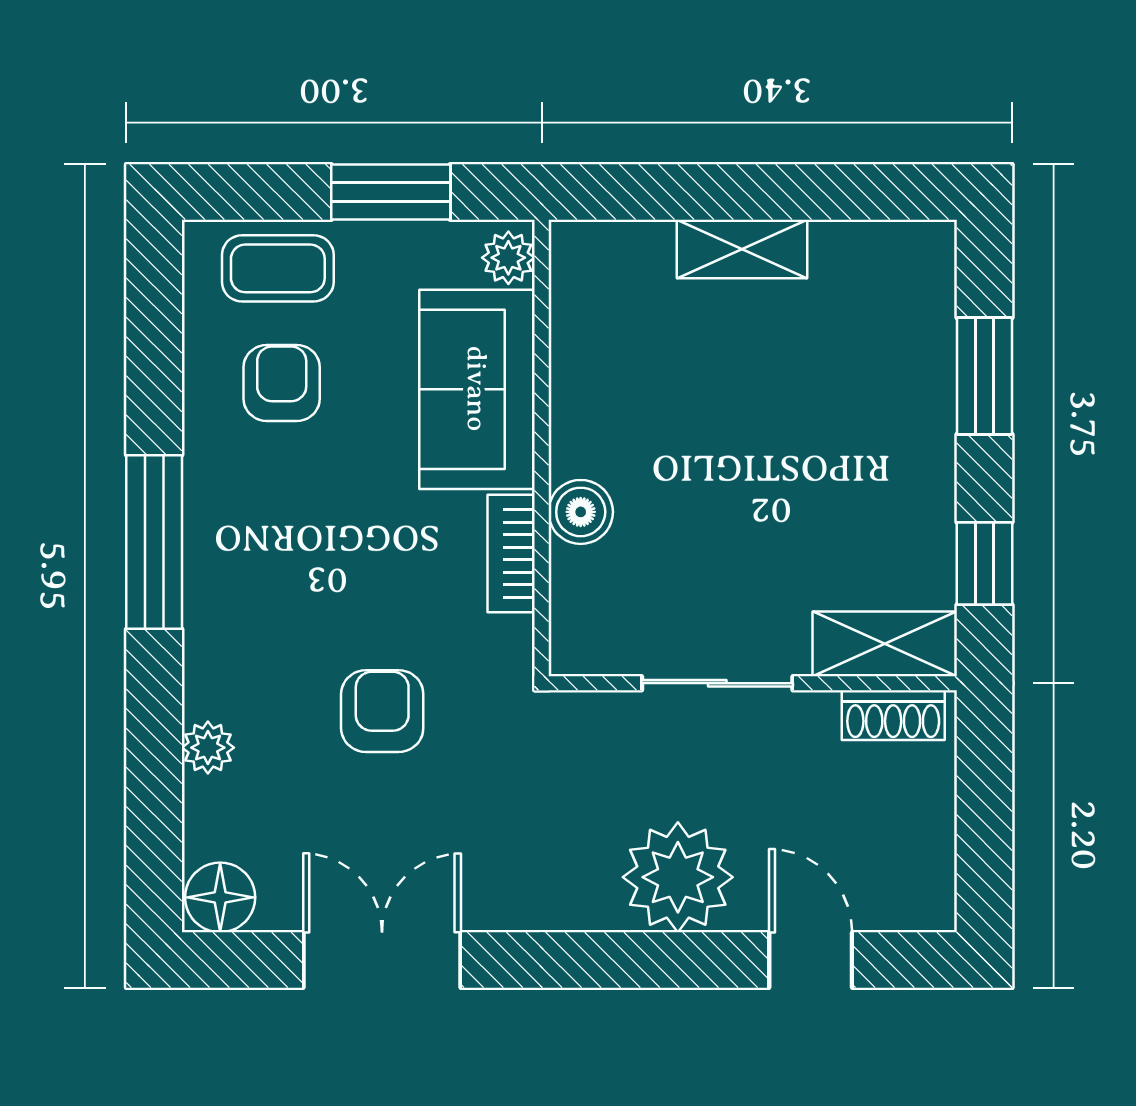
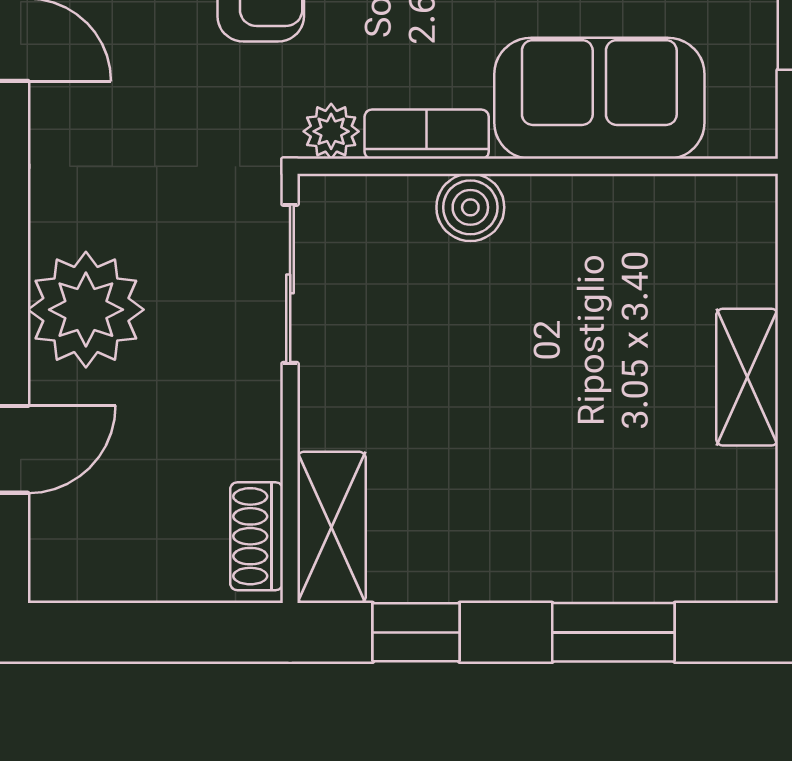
plant: (508, 258) -> (331, 131), moved
sliding door: (717, 683) -> (290, 284), moved

